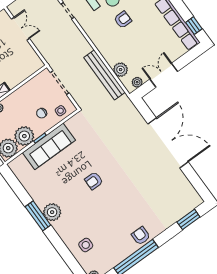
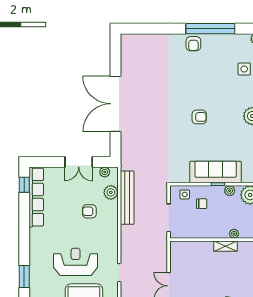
armchair: (123, 20) -> (89, 211), moved
plant: (24, 136) -> (230, 191), width x0.53, depth x0.53
window: (188, 219) -> (144, 29), removed

